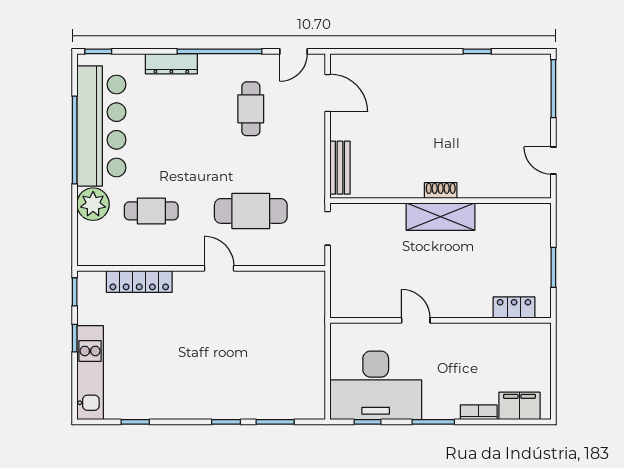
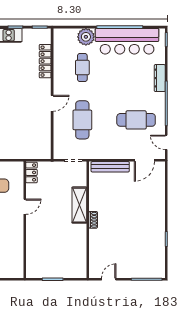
cafe table: (251, 109) -> (136, 120), width x1.37, depth x1.35
bench: (340, 168) -> (110, 167), width x1.36
shelving: (440, 217) -> (79, 205), moved
locker: (514, 307) -> (32, 172), moved

